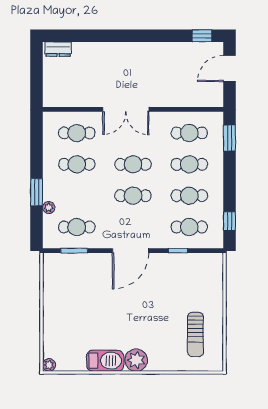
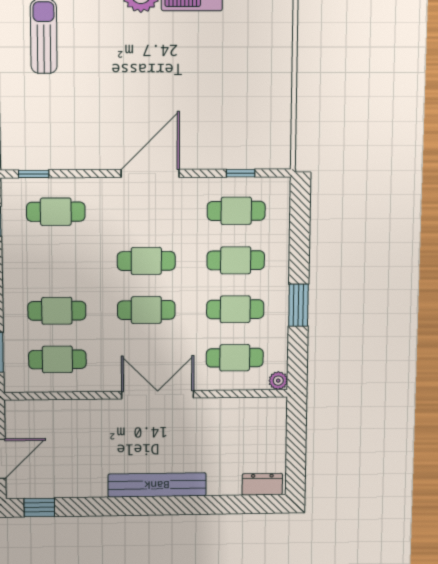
bench: (126, 50) -> (157, 485), added
window: (37, 192) -> (298, 305), moved
cafe table: (189, 196) -> (236, 260), moved
plant: (49, 208) -> (278, 381), moved
window: (74, 251) -> (241, 173), width x0.67
window: (178, 251) -> (34, 174), moved

